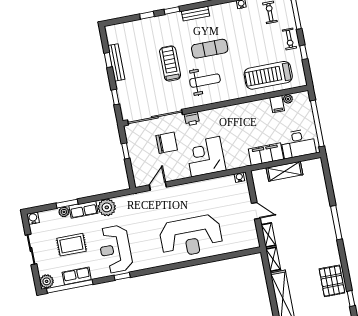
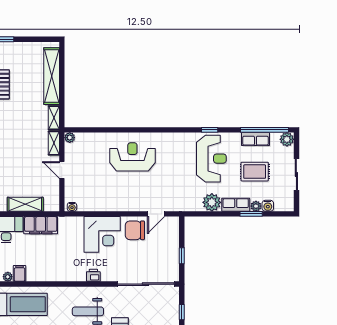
printer: (192, 119) -> (93, 275), moved
chair: (167, 143) -> (135, 230), moved
water cooler: (33, 218) -> (268, 206), moved
reception desk: (191, 236) -> (132, 157), width x0.74, depth x0.77
plant: (254, 243) -> (70, 138), added

